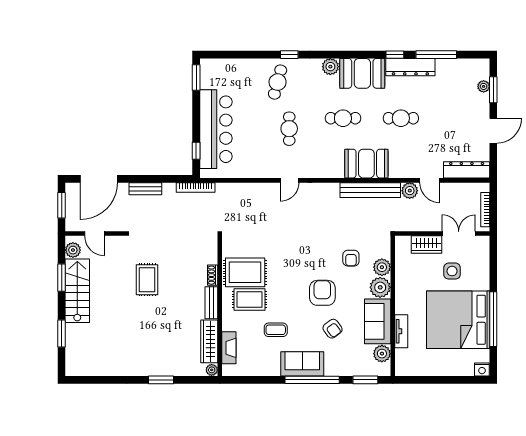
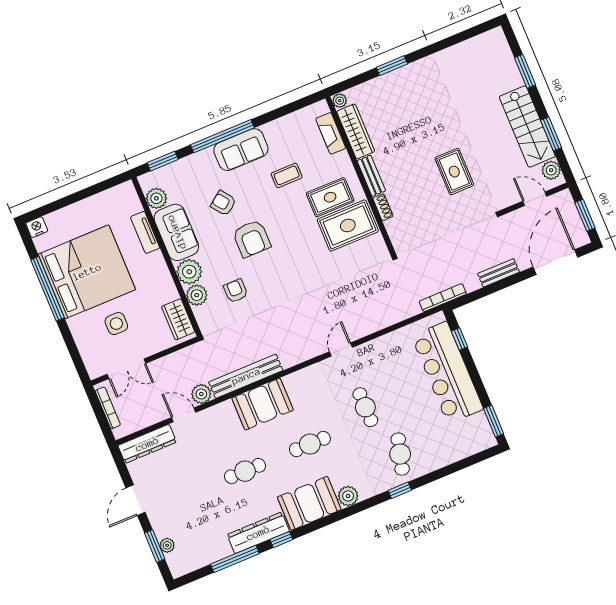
wardrobe: (426, 245) -> (178, 319), moved, turned -90

